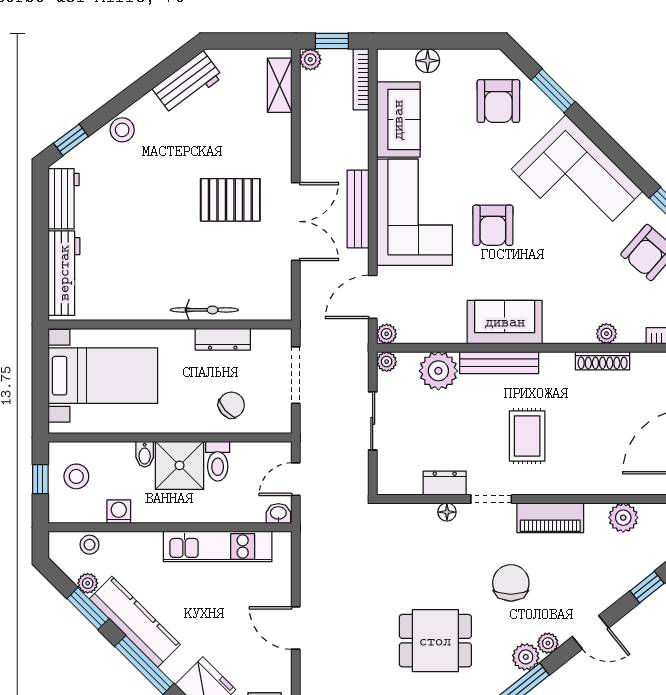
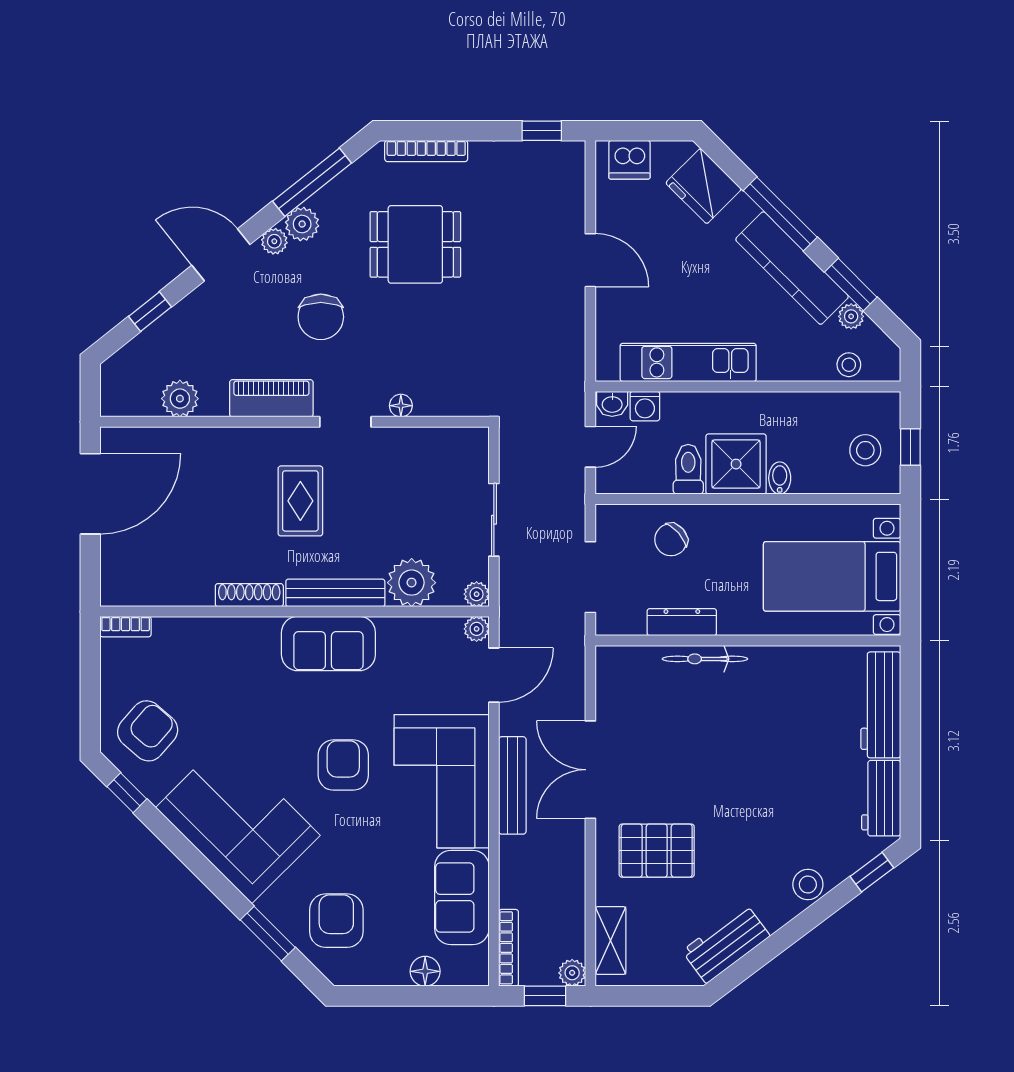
pallet: (230, 200) -> (657, 851), moved
plant: (606, 334) -> (201, 629), removed
shoe rack: (603, 361) -> (249, 595), moved
dresser: (445, 483) -> (404, 442), removed
washing machine: (119, 512) -> (645, 406), moved
door: (591, 632) -> (221, 255), width x1.38

